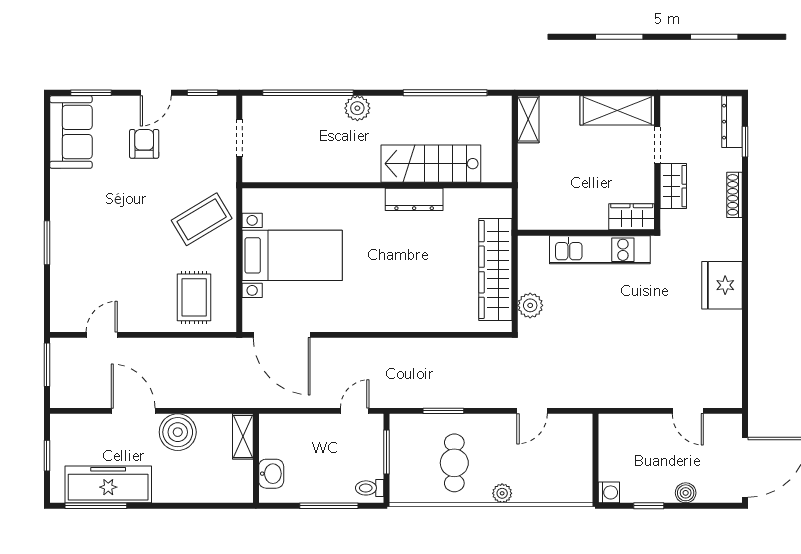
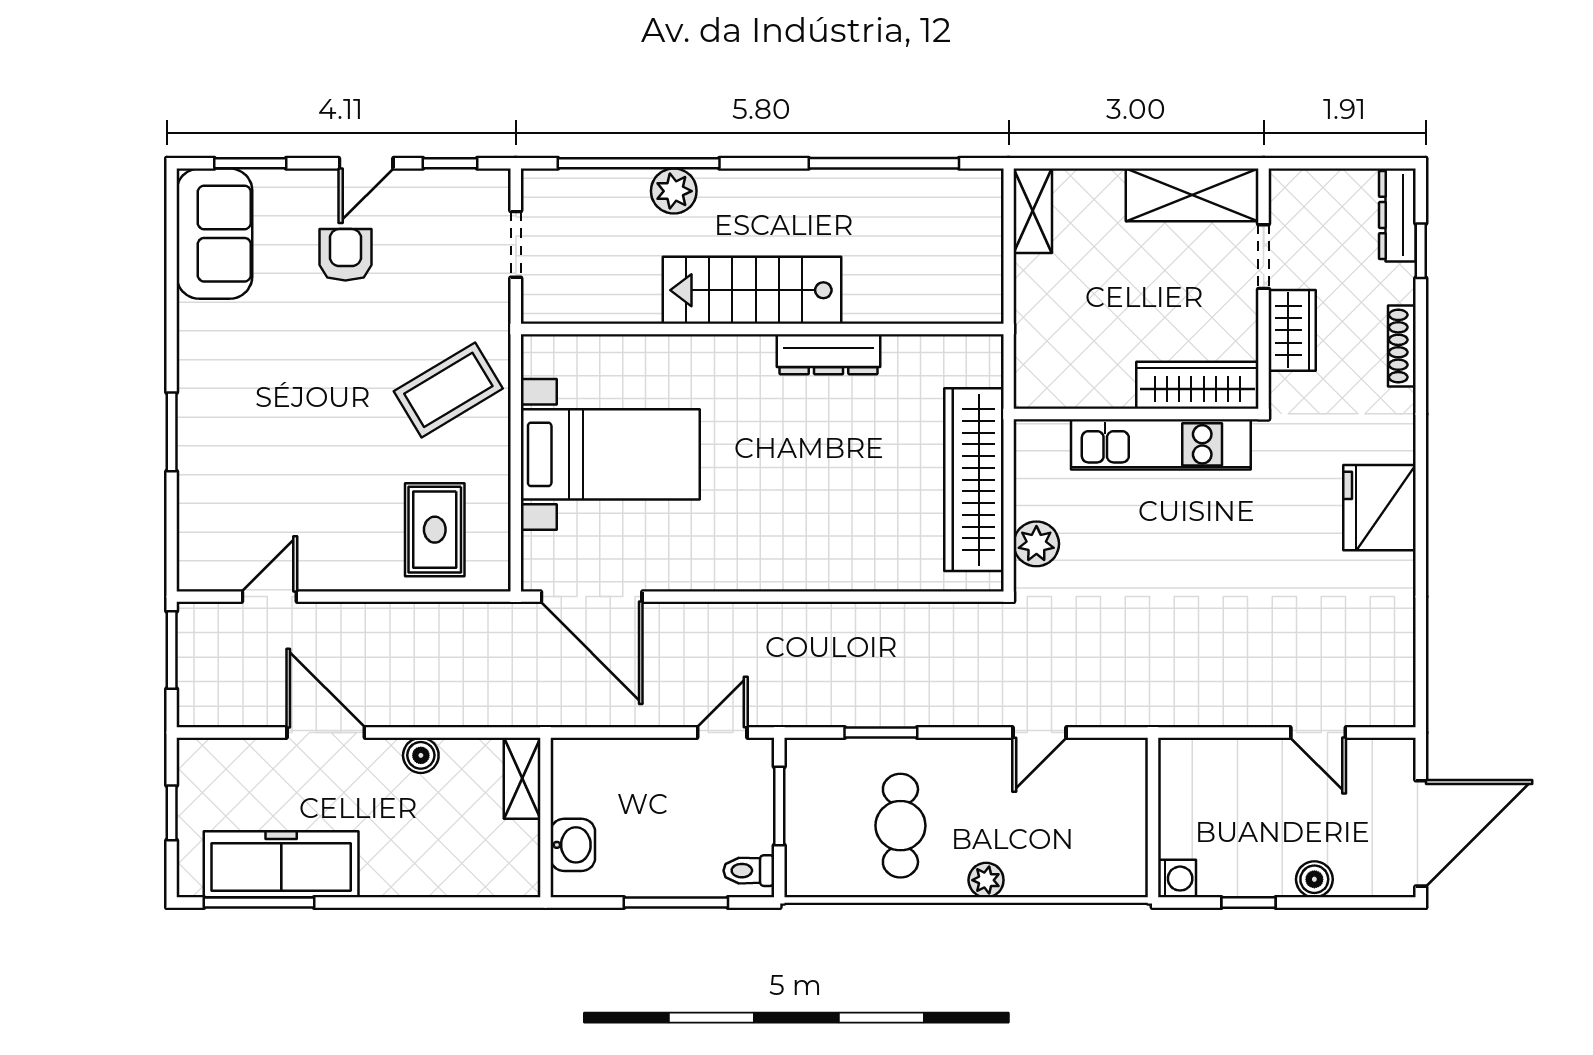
plant: (357, 108) -> (674, 191), moved
stairs: (431, 164) -> (752, 290), moved
wardrobe: (632, 217) -> (1197, 385), width x1.50
boiler: (178, 432) -> (421, 755), width x0.54, depth x0.54

